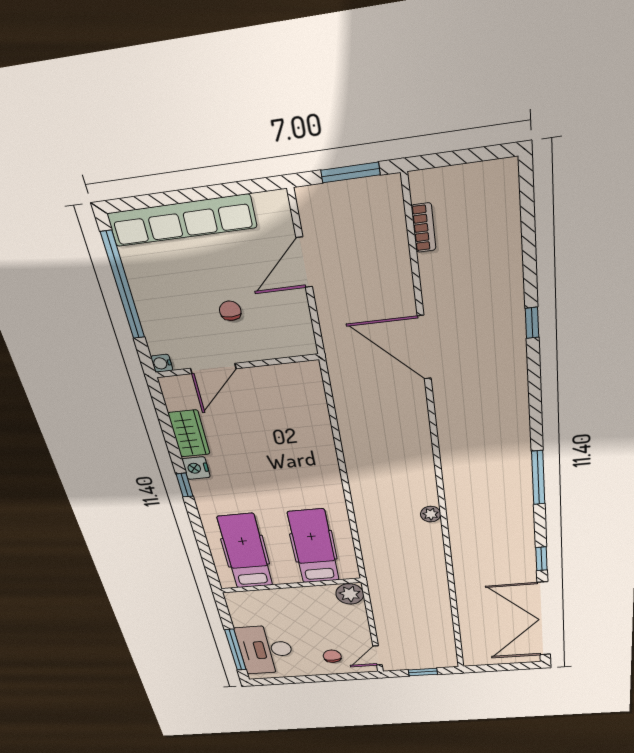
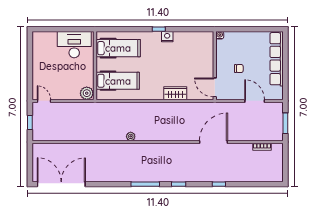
window: (123, 286) -> (254, 29), removed
door: (213, 369) -> (215, 87), moved
wardrobe: (189, 434) -> (175, 93), moved, turned 180
window: (541, 559) -> (179, 184), moved
window: (235, 650) -> (55, 29), removed
desk: (266, 650) -> (74, 45), moved
chair: (332, 656) -> (46, 78), removed

